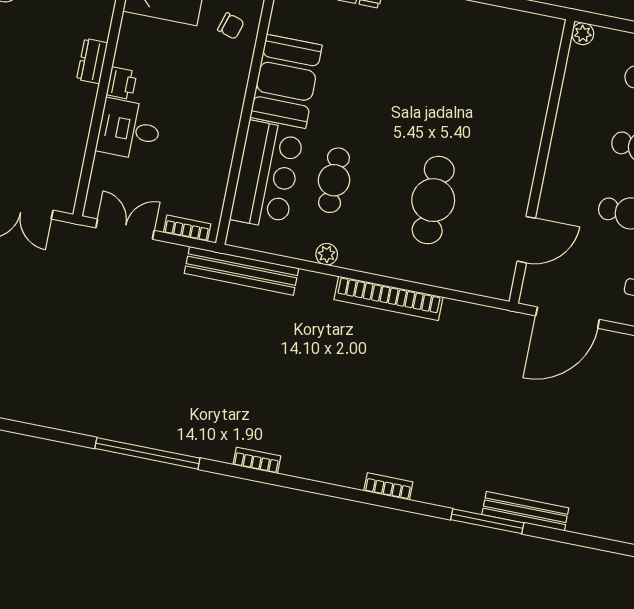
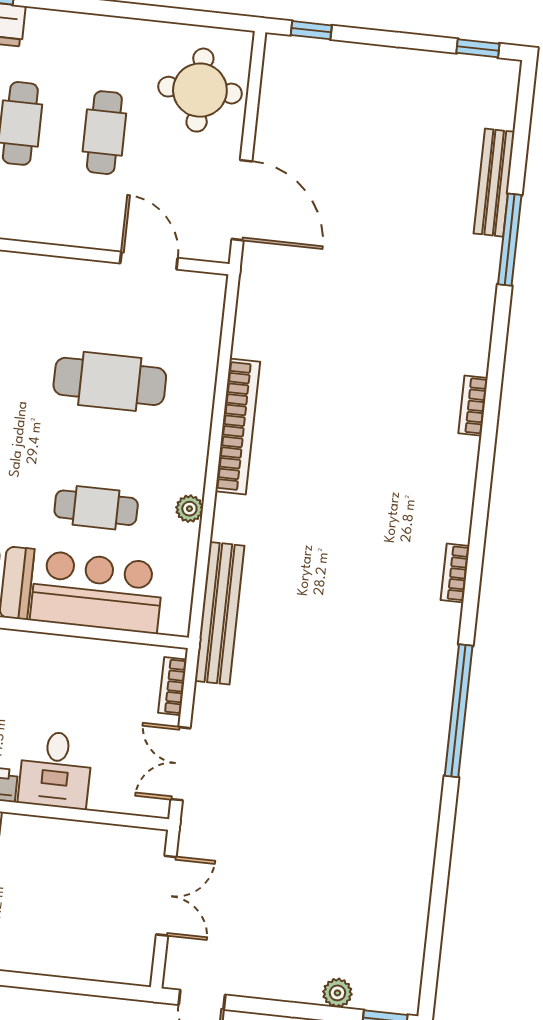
bench: (525, 511) -> (494, 183), moved
window: (487, 521) -> (510, 240), moved

